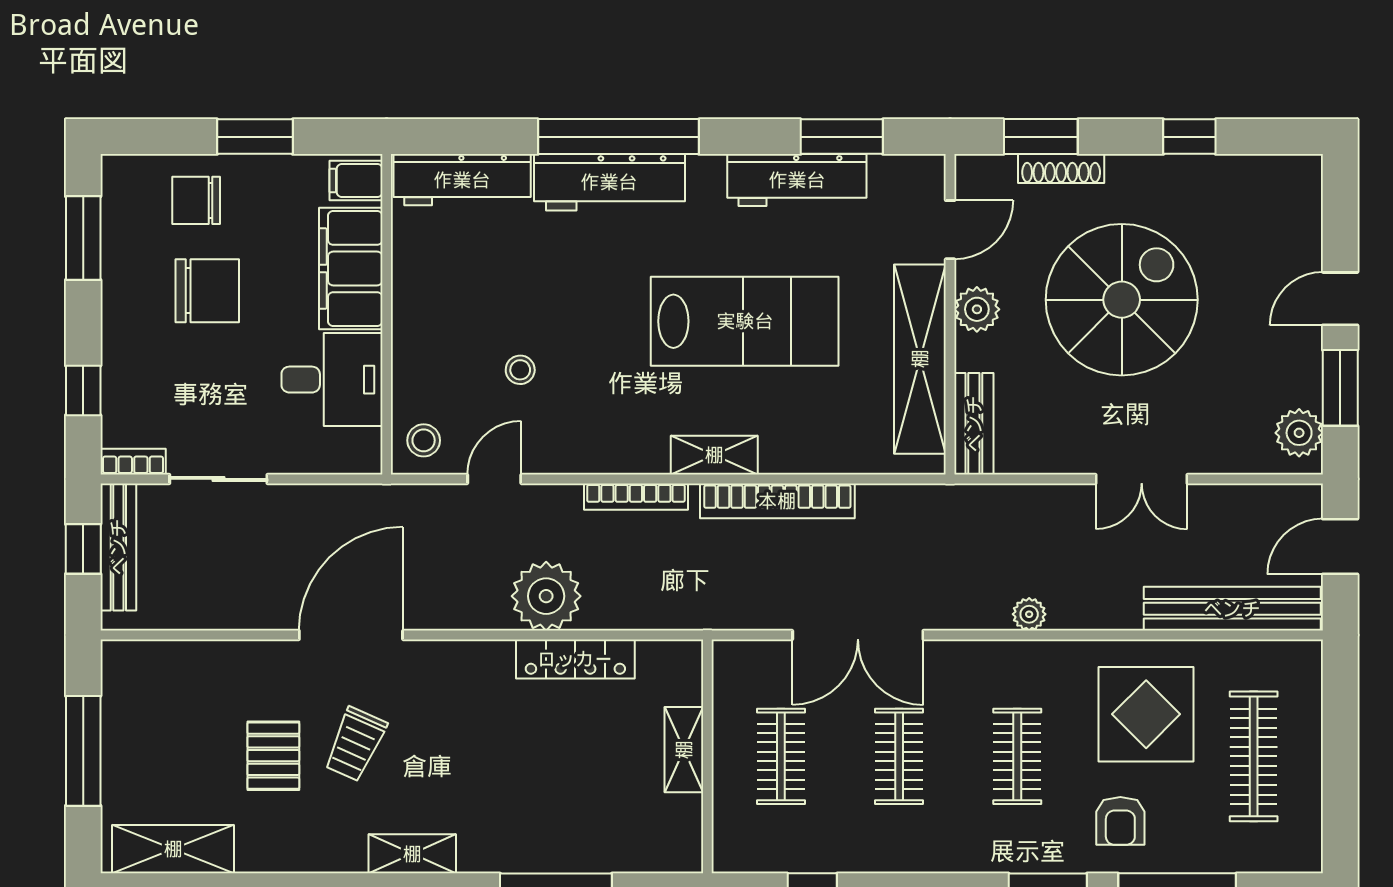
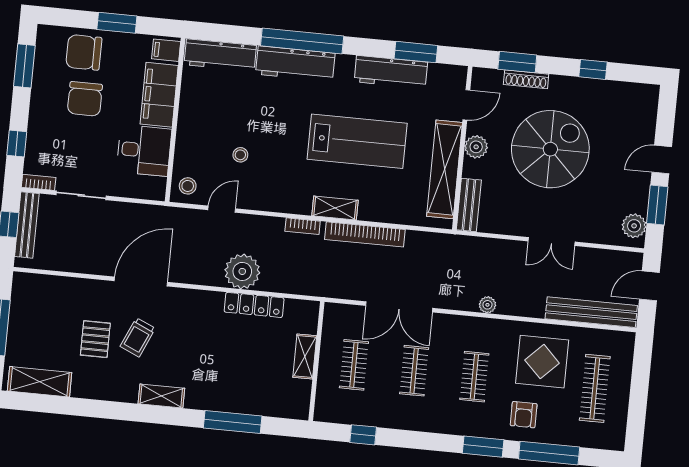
chair: (196, 200) -> (84, 52), width x1.37, depth x1.37
chair: (207, 291) -> (85, 99), turned 90
bookcase: (636, 497) -> (303, 226), width x0.64

